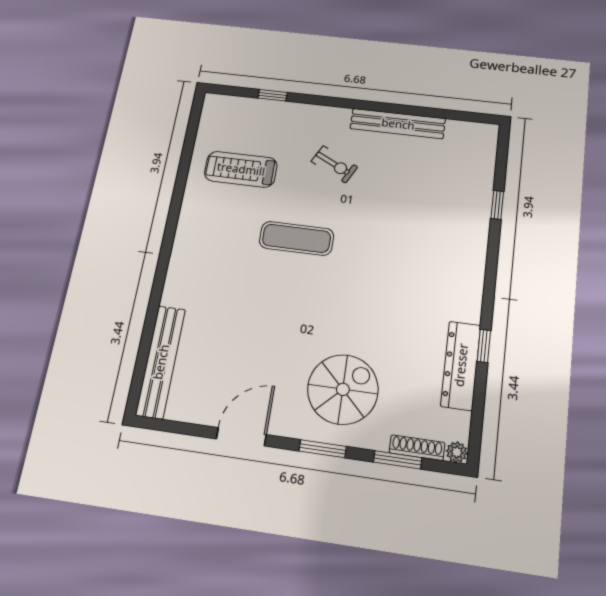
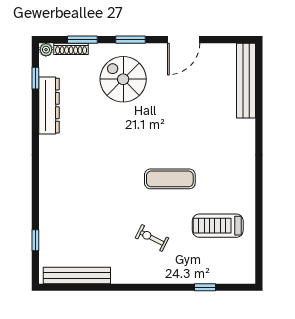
bench: (398, 124) -> (77, 275), moved
treadmill: (241, 169) -> (218, 226), turned 180
window: (497, 205) -> (35, 240), moved
window: (484, 346) -> (35, 78), moved
spiral stairs: (343, 389) -> (123, 79), turned 90

